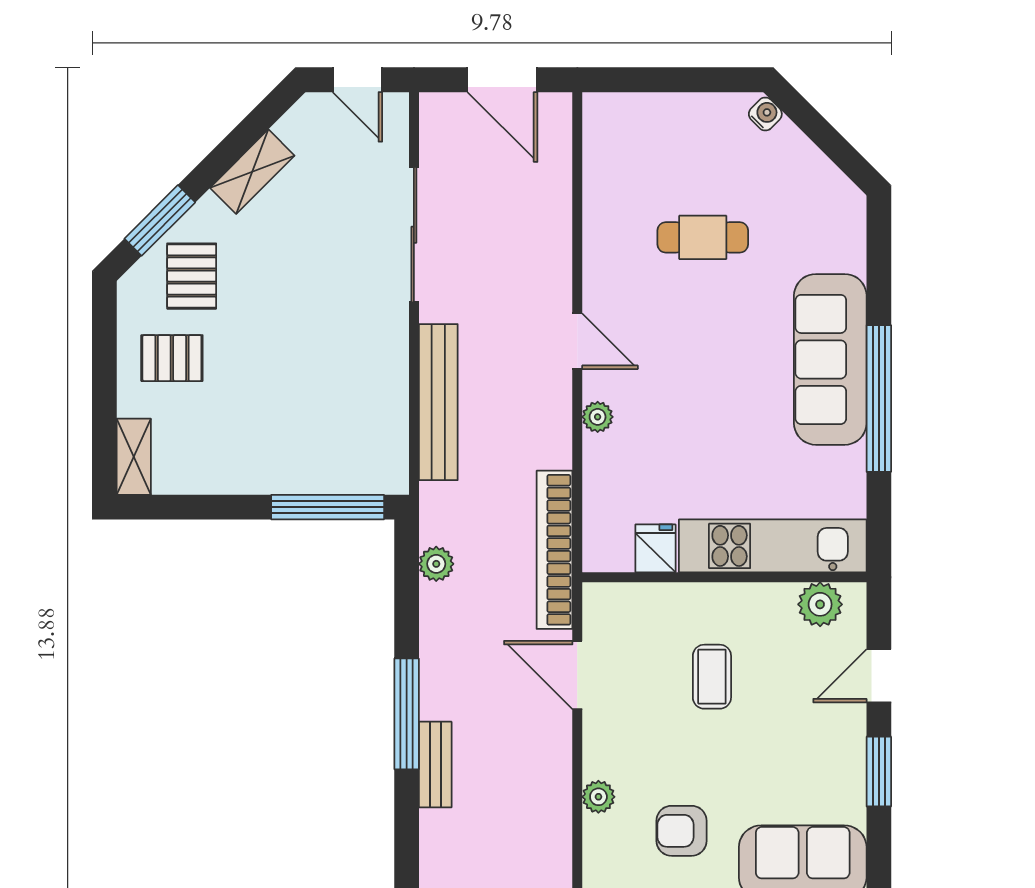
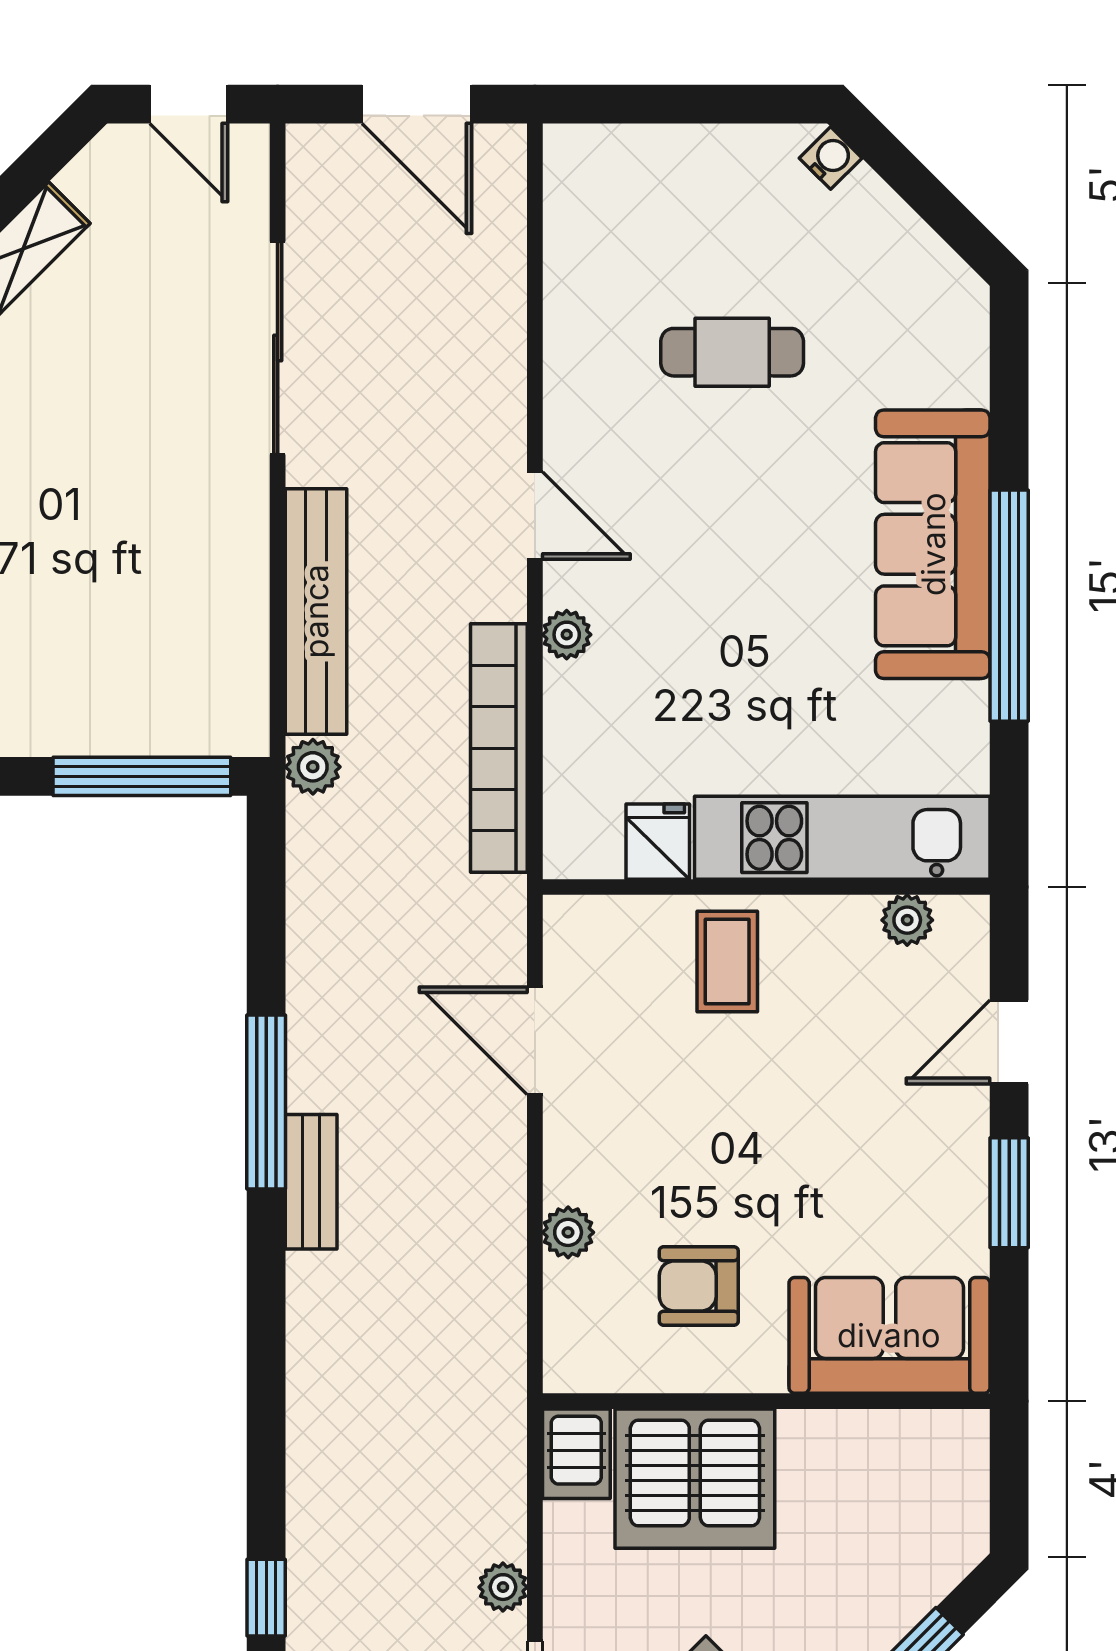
bookcase: (554, 550) -> (499, 748), moved
plant: (436, 564) -> (313, 767), moved
plant: (820, 604) -> (907, 920), width x0.73, depth x0.73
coffee table: (712, 677) -> (727, 961), moved

